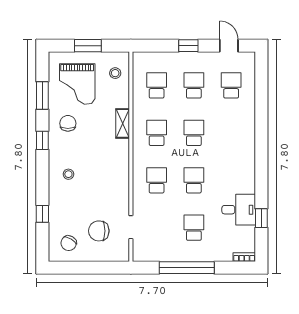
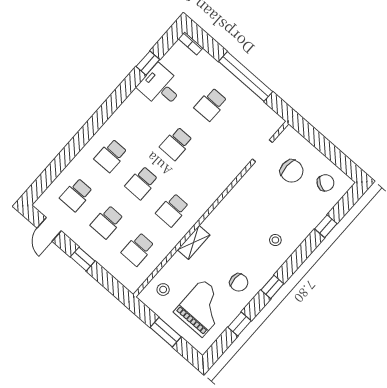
window: (42, 95) -> (240, 324), width x0.67
chair: (68, 123) -> (239, 282), turned -90
school desk: (157, 180) -> (111, 156), moved

